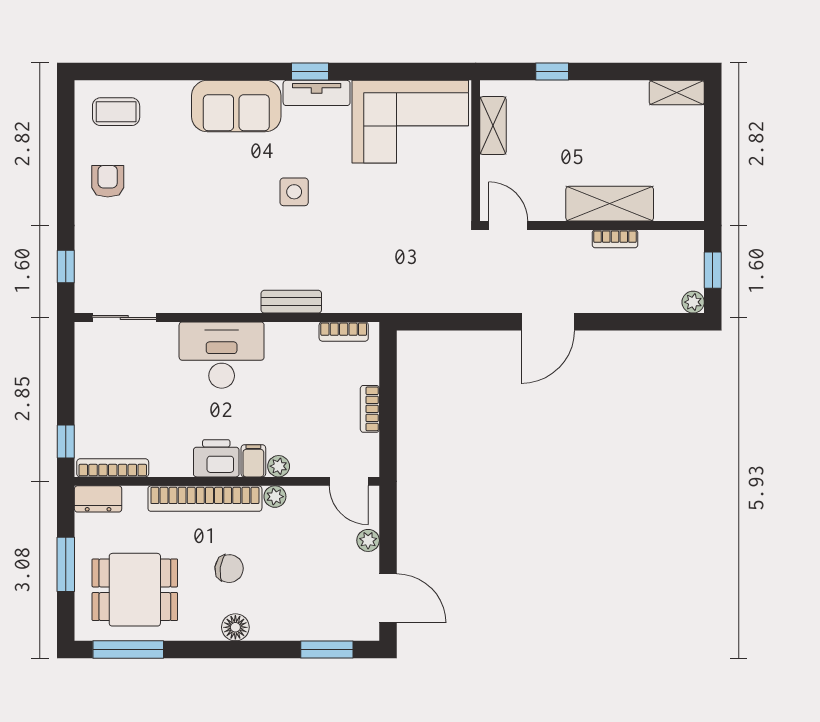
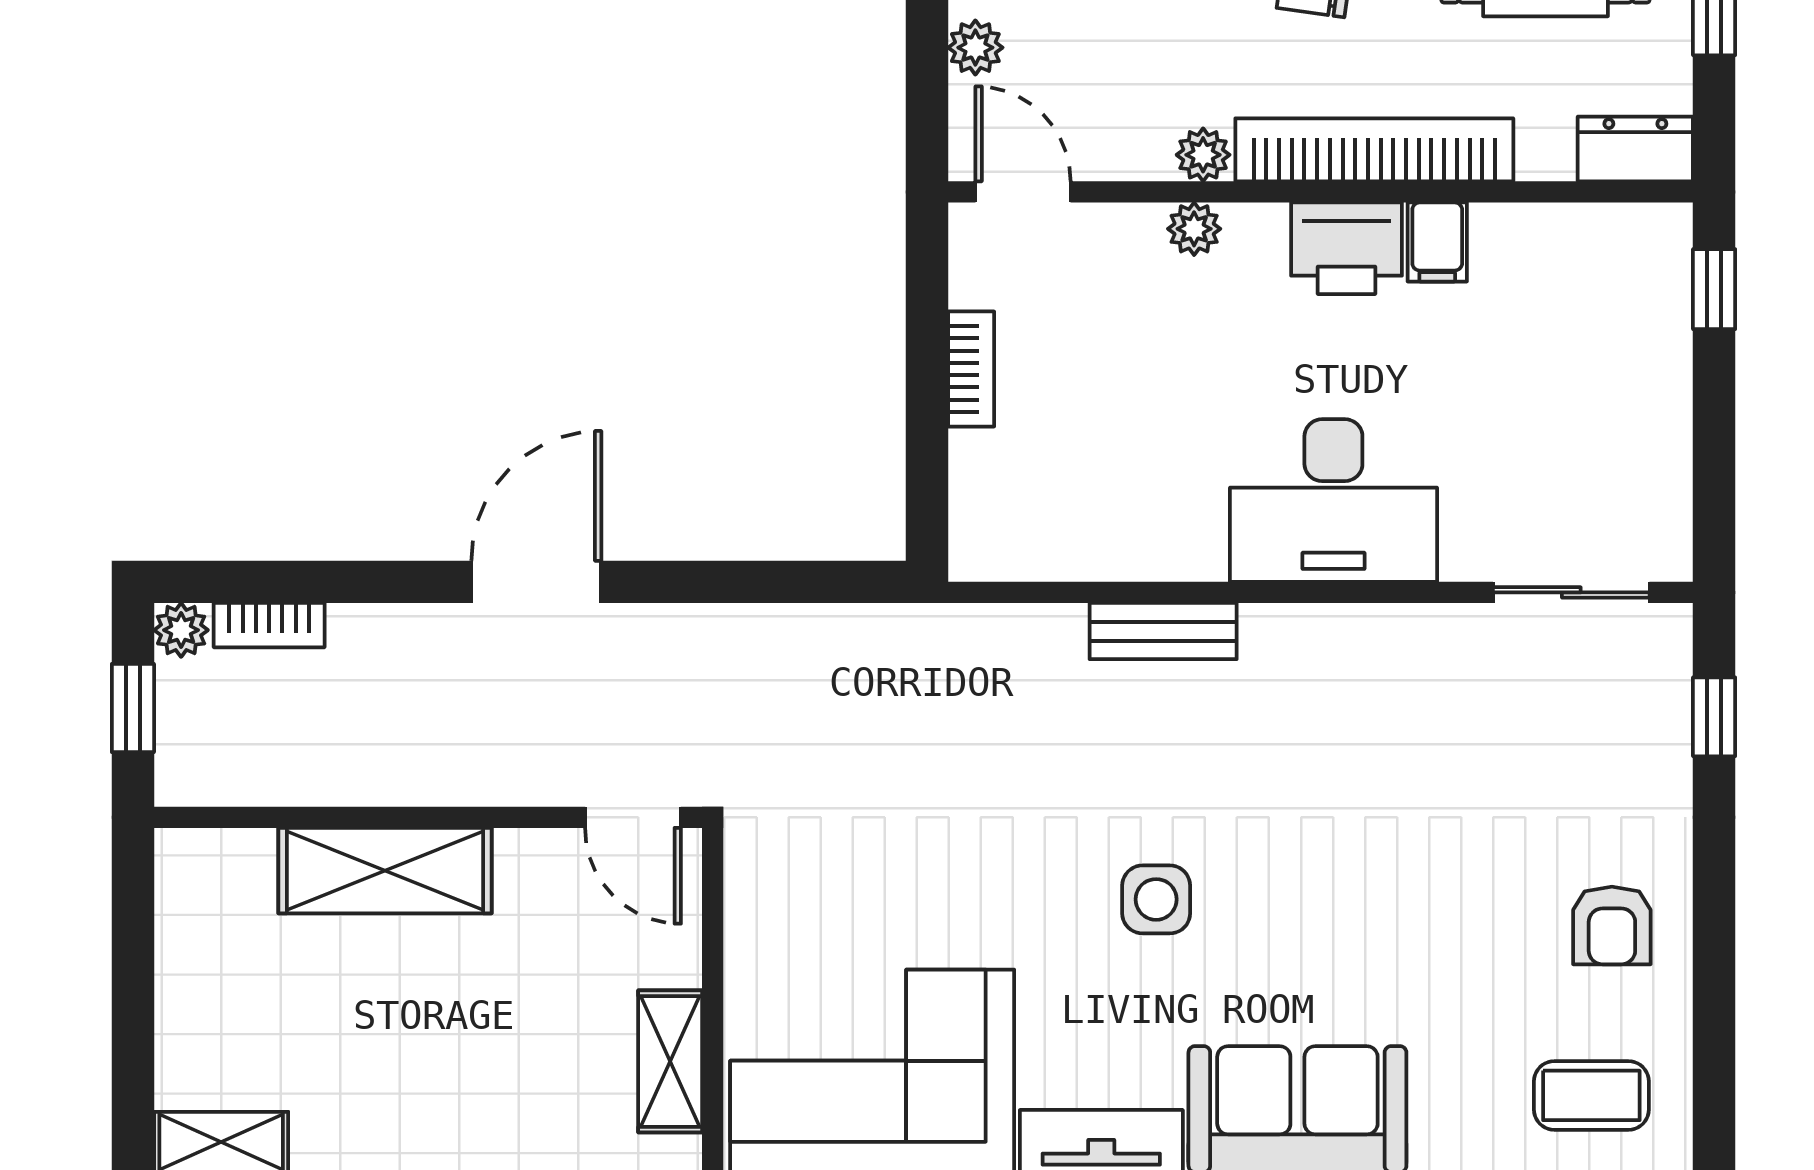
bookcase: (615, 239) -> (269, 625), moved, turned 180
bookcase: (344, 332) -> (1035, 558), removed
filing cabinet: (253, 461) -> (1437, 242), moved
bookcase: (113, 468) -> (1600, 225), removed

